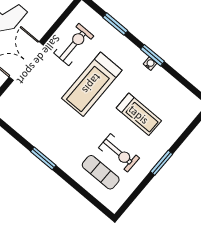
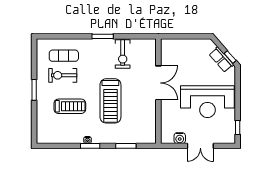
exercise bike: (74, 45) -> (123, 54), moved
treadmill: (92, 84) -> (110, 101), turned 180
treadmill: (139, 114) -> (70, 106), turned 180

